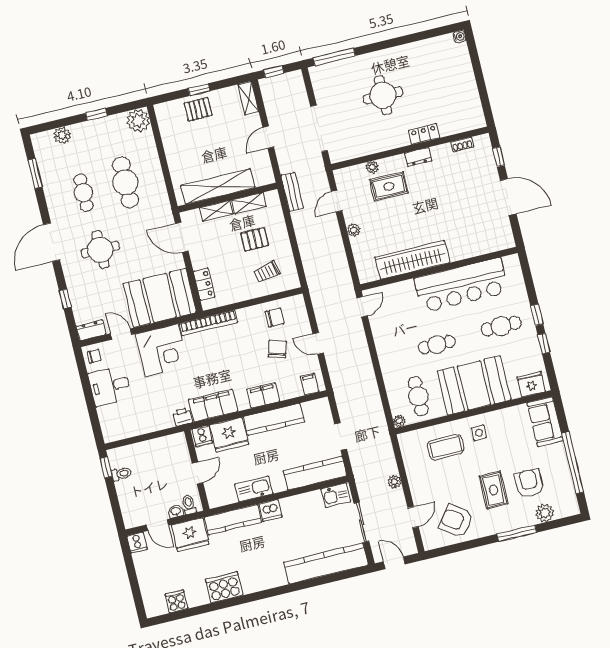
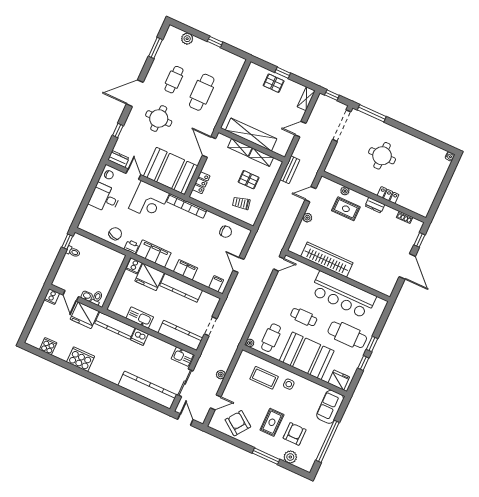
plant: (138, 121) -> (236, 63), removed
doorway: (319, 128) -> (342, 126), moved
cafe table: (501, 326) -> (347, 335), width x1.37, depth x1.35
chair: (277, 349) -> (115, 234), moved
door: (197, 473) -> (115, 284), removed

